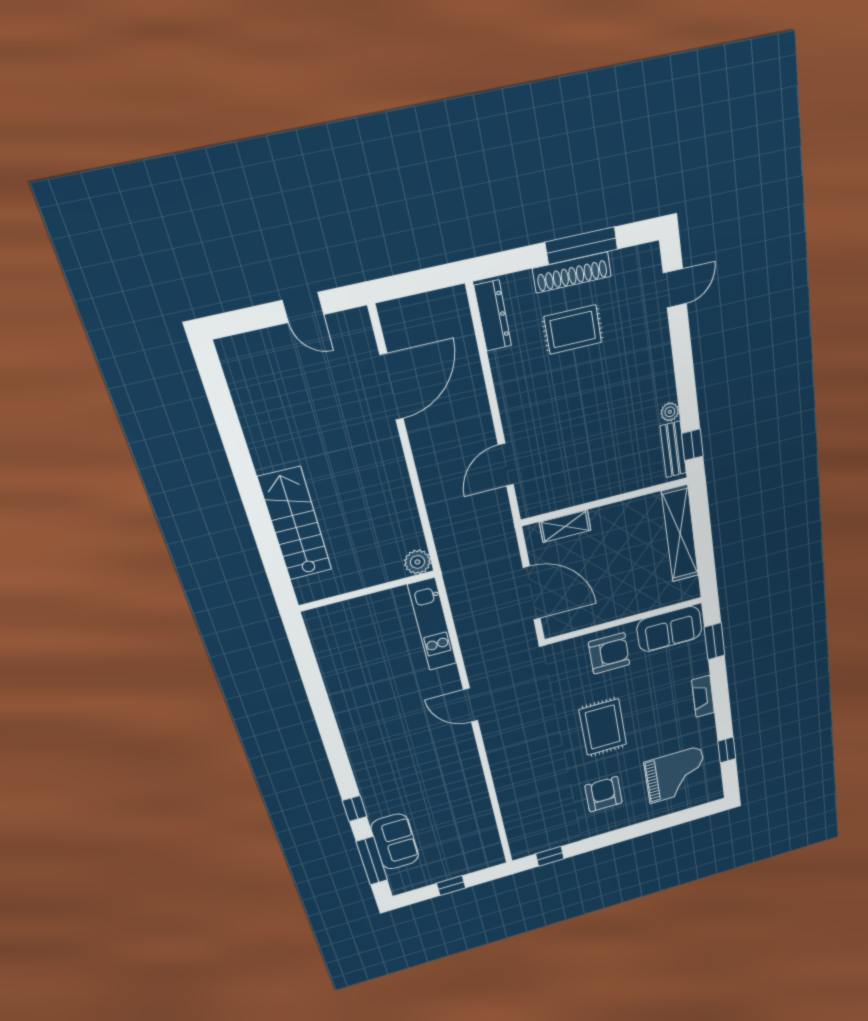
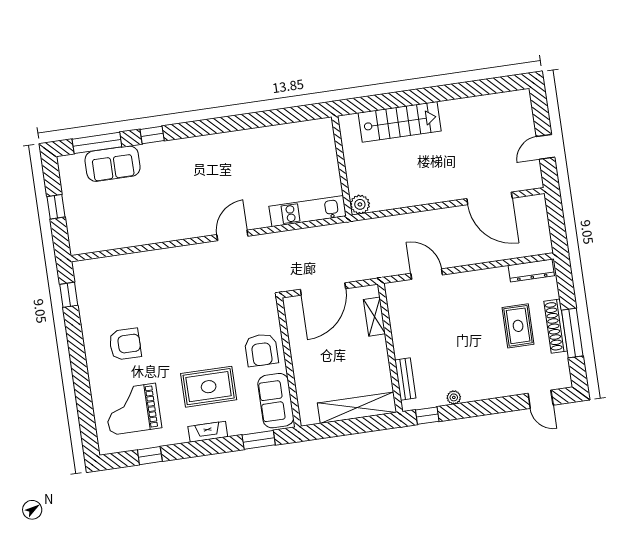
bench: (673, 449) -> (405, 379), moved, turned 90
rug: (603, 727) -> (209, 387), moved
grand piano: (676, 775) -> (133, 409), turned 90

